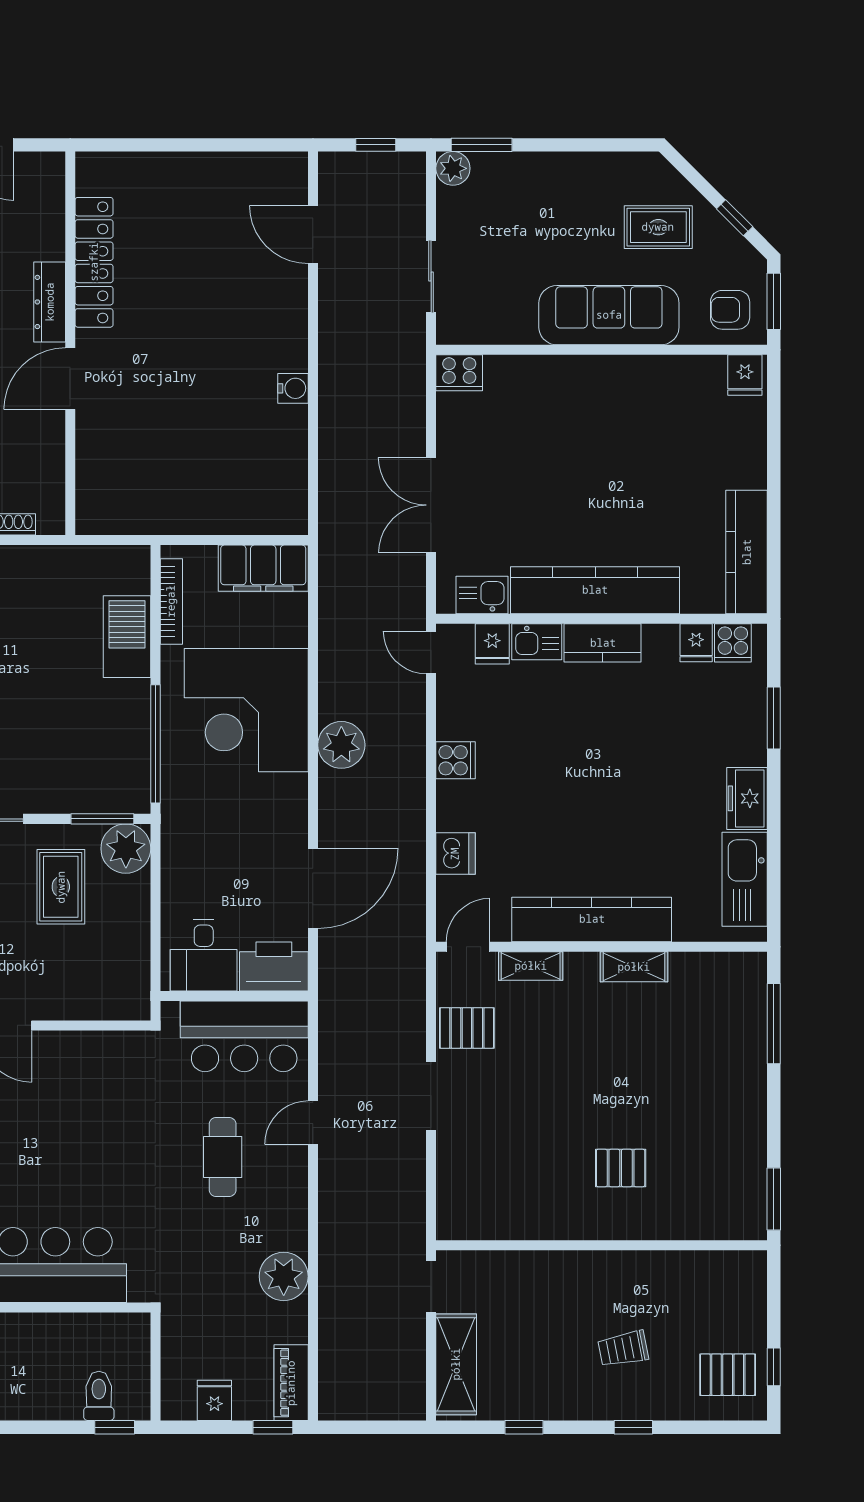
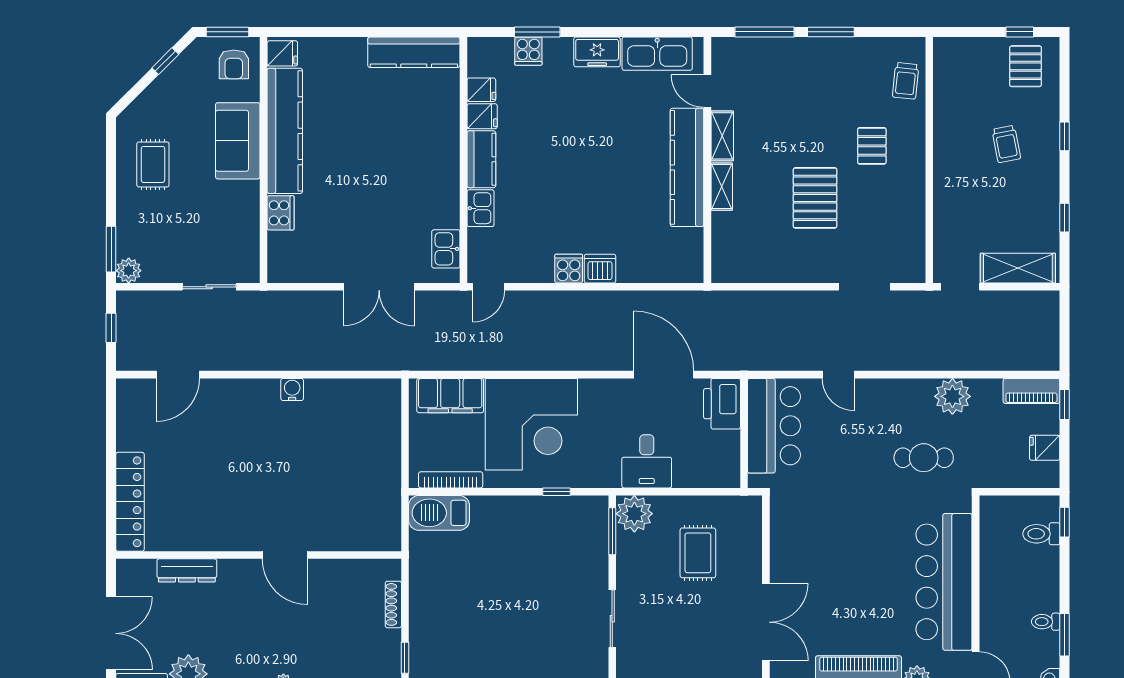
rug: (658, 227) -> (153, 164), moved
locker: (94, 262) -> (130, 502), moved, turned 90
dresser: (50, 302) -> (187, 570), moved
sofa: (609, 315) -> (238, 141), width x0.73
cooker: (459, 373) -> (281, 213), moved
filing cabinet: (263, 568) -> (450, 396), moved, turned 90
kitchen counter: (595, 590) -> (285, 131), moved, turned 180
barbecue: (127, 637) -> (439, 513), moved
cooker: (733, 643) -> (528, 51), moved, turned 90
fridge: (492, 644) -> (482, 116), moved
window: (155, 744) -> (557, 492), width x0.32
plant: (341, 745) -> (557, 353), removed
dishwasher: (455, 854) -> (600, 269), moved
rug: (61, 887) -> (698, 553), moved, turned 90
door: (468, 947) -> (707, 91), moved
desk: (204, 955) -> (647, 461), moved, turned 90
shelving: (531, 966) -> (722, 187), moved
pallet: (467, 1028) -> (815, 198), moved, width x1.50, depth x1.42
doorway: (431, 1096) -> (864, 287), moved
cafe table: (223, 1157) -> (924, 458), moved
window: (774, 1199) -> (831, 32), moved
trolley: (708, 1213) -> (906, 81), added

